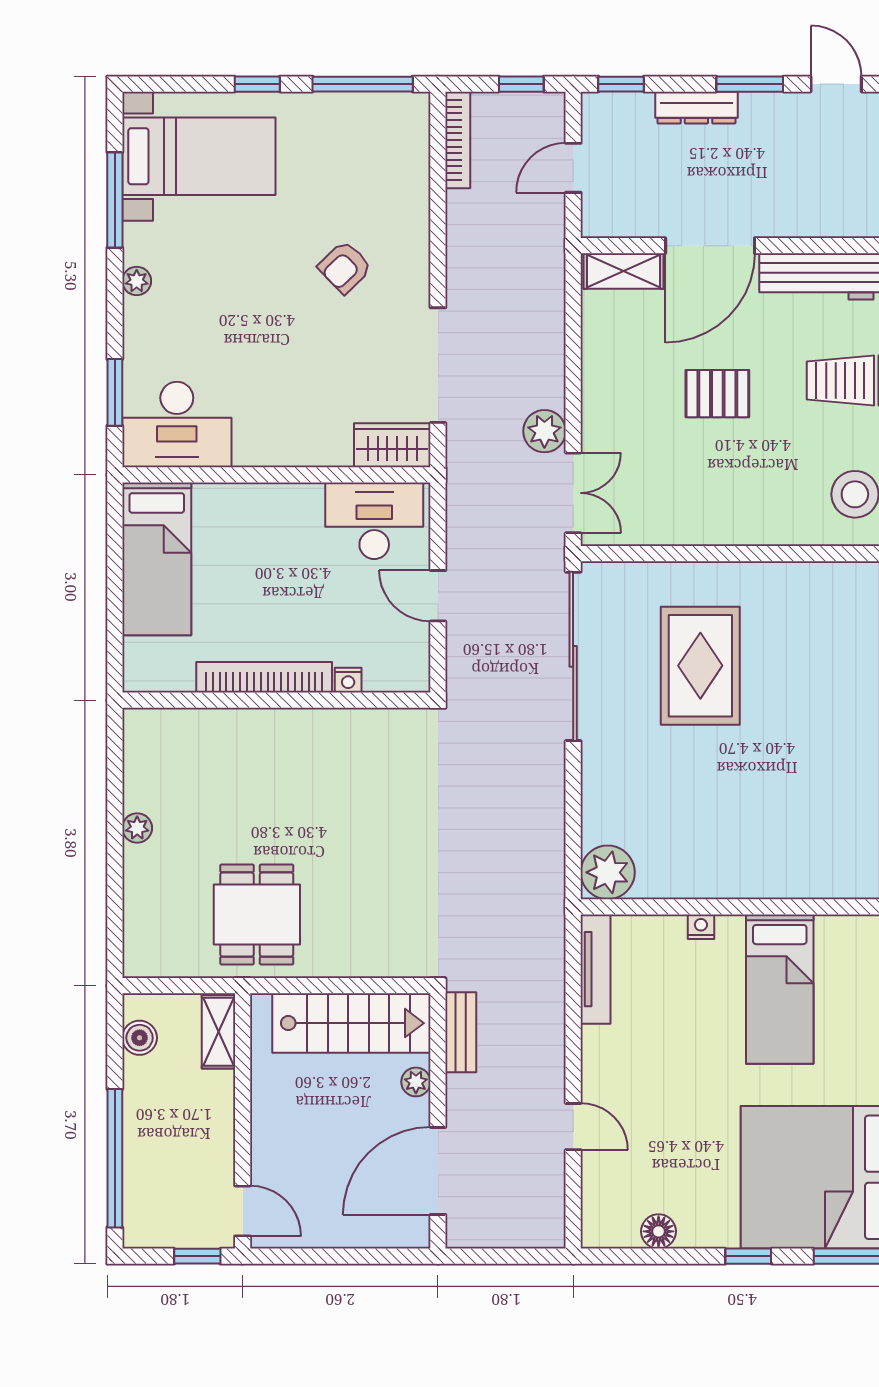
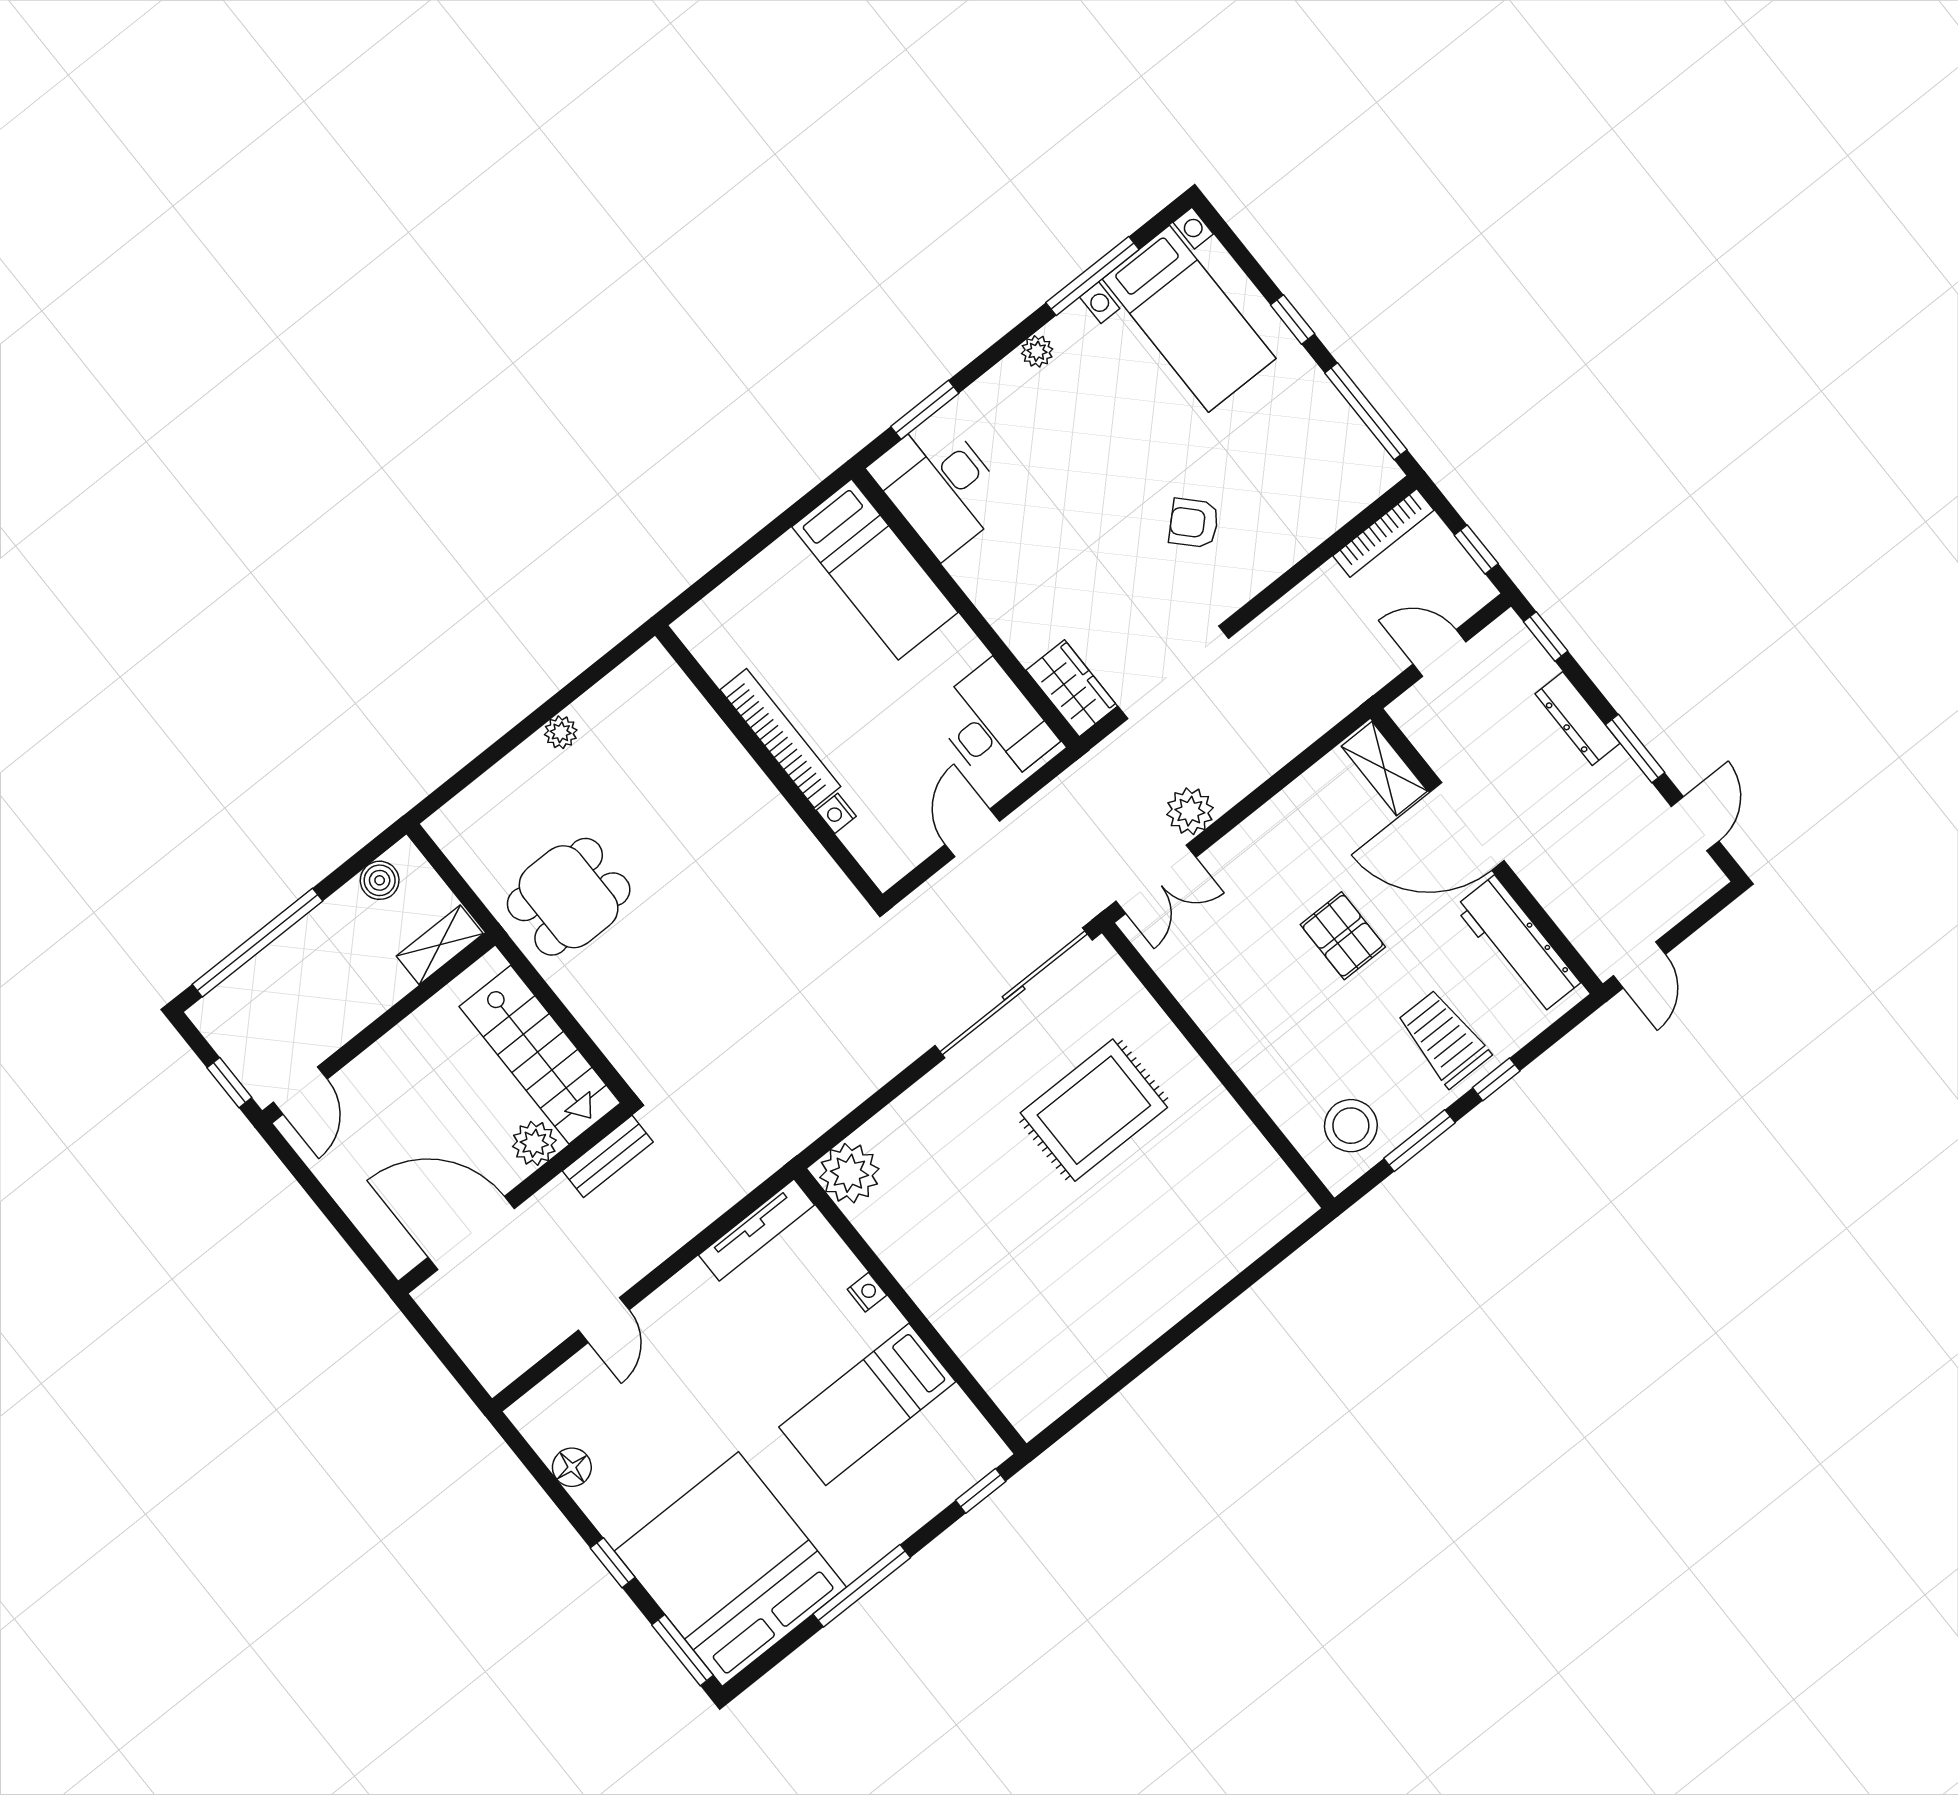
bed: (157, 559) -> (875, 570), moved, turned -90
plant: (416, 1082) -> (534, 1143), width x1.38, depth x1.38

